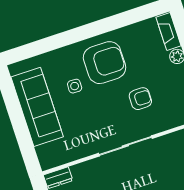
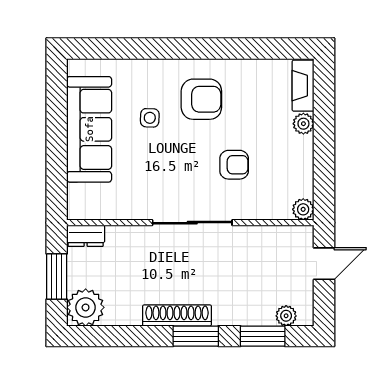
armchair: (105, 63) -> (201, 99), width x0.73, depth x0.73

